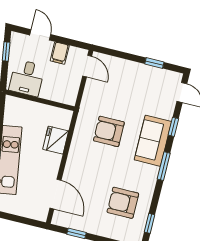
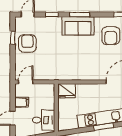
armchair: (109, 131) -> (27, 43), moved, turned 180
fridge: (56, 140) -> (67, 91), moved
sofa: (153, 141) -> (78, 26), moved

